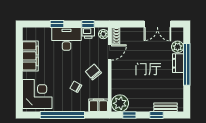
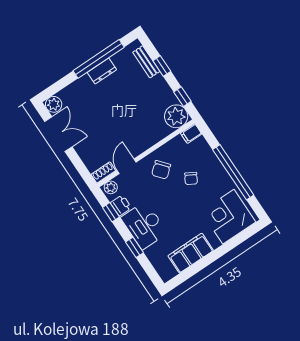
plant: (178, 47) -> (54, 104), moved
door: (110, 52) -> (127, 166), hinge flipped
dresser: (178, 63) -> (102, 71), moved
window: (187, 64) -> (99, 59), moved
filing cabinet: (98, 105) -> (191, 133), width x0.50

